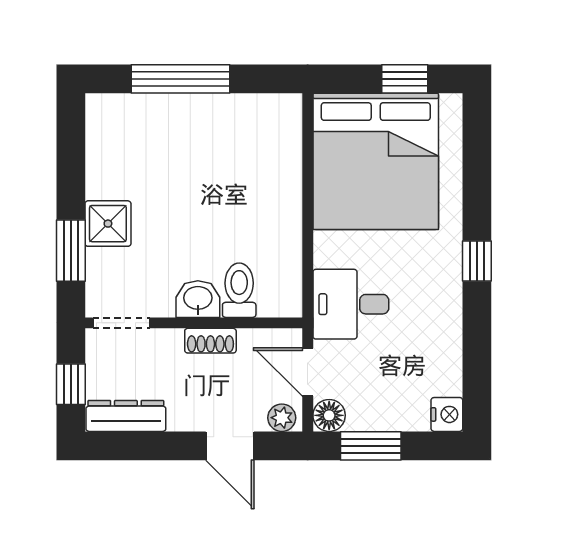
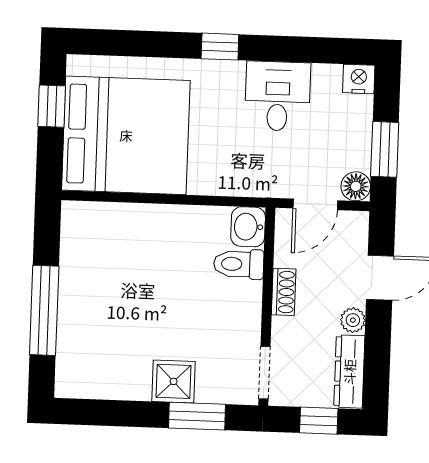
washbasin: (198, 299) -> (248, 227), moved
desk: (351, 304) -> (278, 96), moved, turned 180
plant: (282, 418) -> (353, 320), moved

